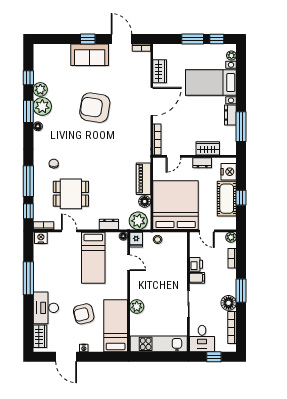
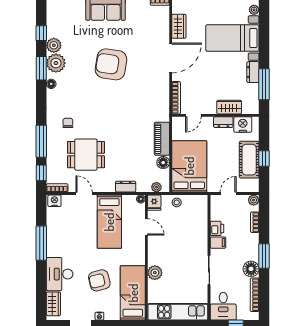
nightstand: (229, 172) -> (243, 125), moved, turned -90
bed: (176, 205) -> (189, 166), width x0.73
plant: (138, 221) -> (156, 187), width x0.53, depth x0.53
door: (207, 231) -> (228, 193), swing flipped

